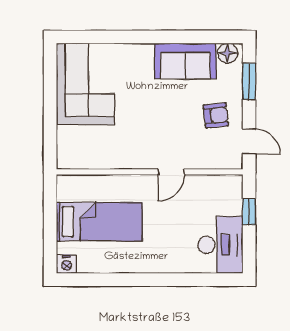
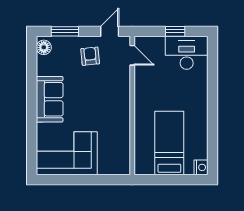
sofa: (185, 61) -> (50, 99), moved
door: (171, 172) -> (132, 55), moved
window: (249, 212) -> (175, 31), moved

